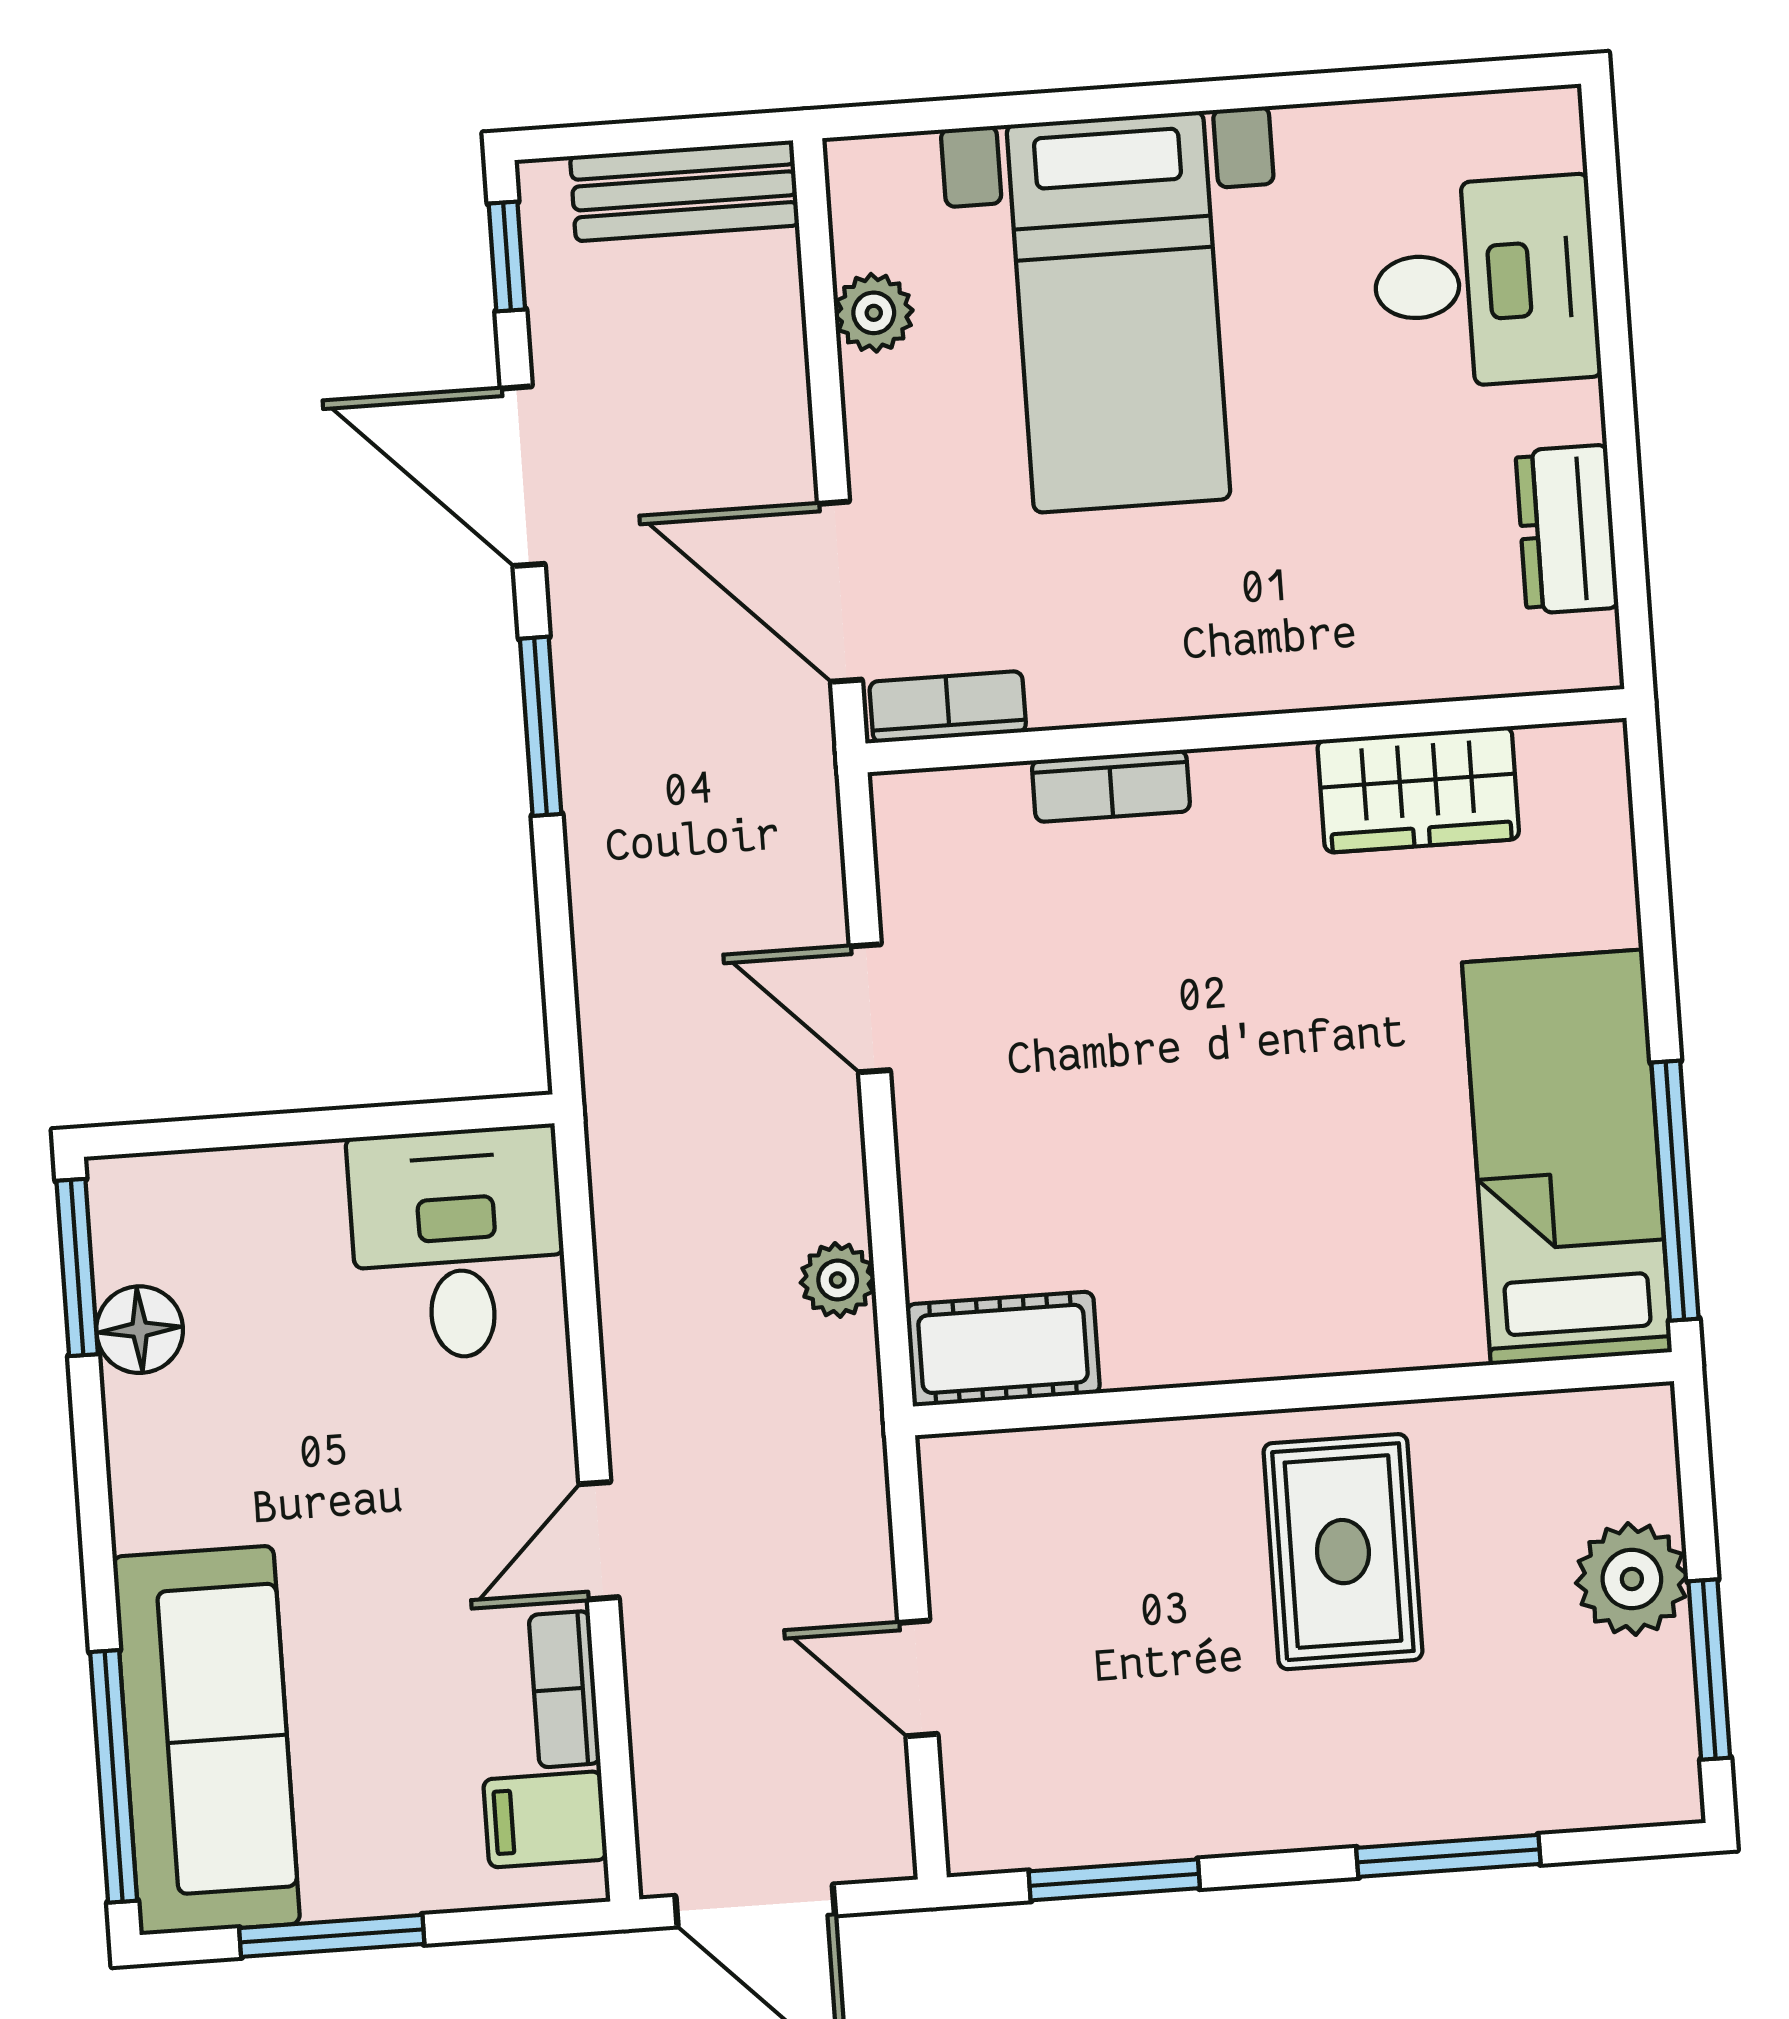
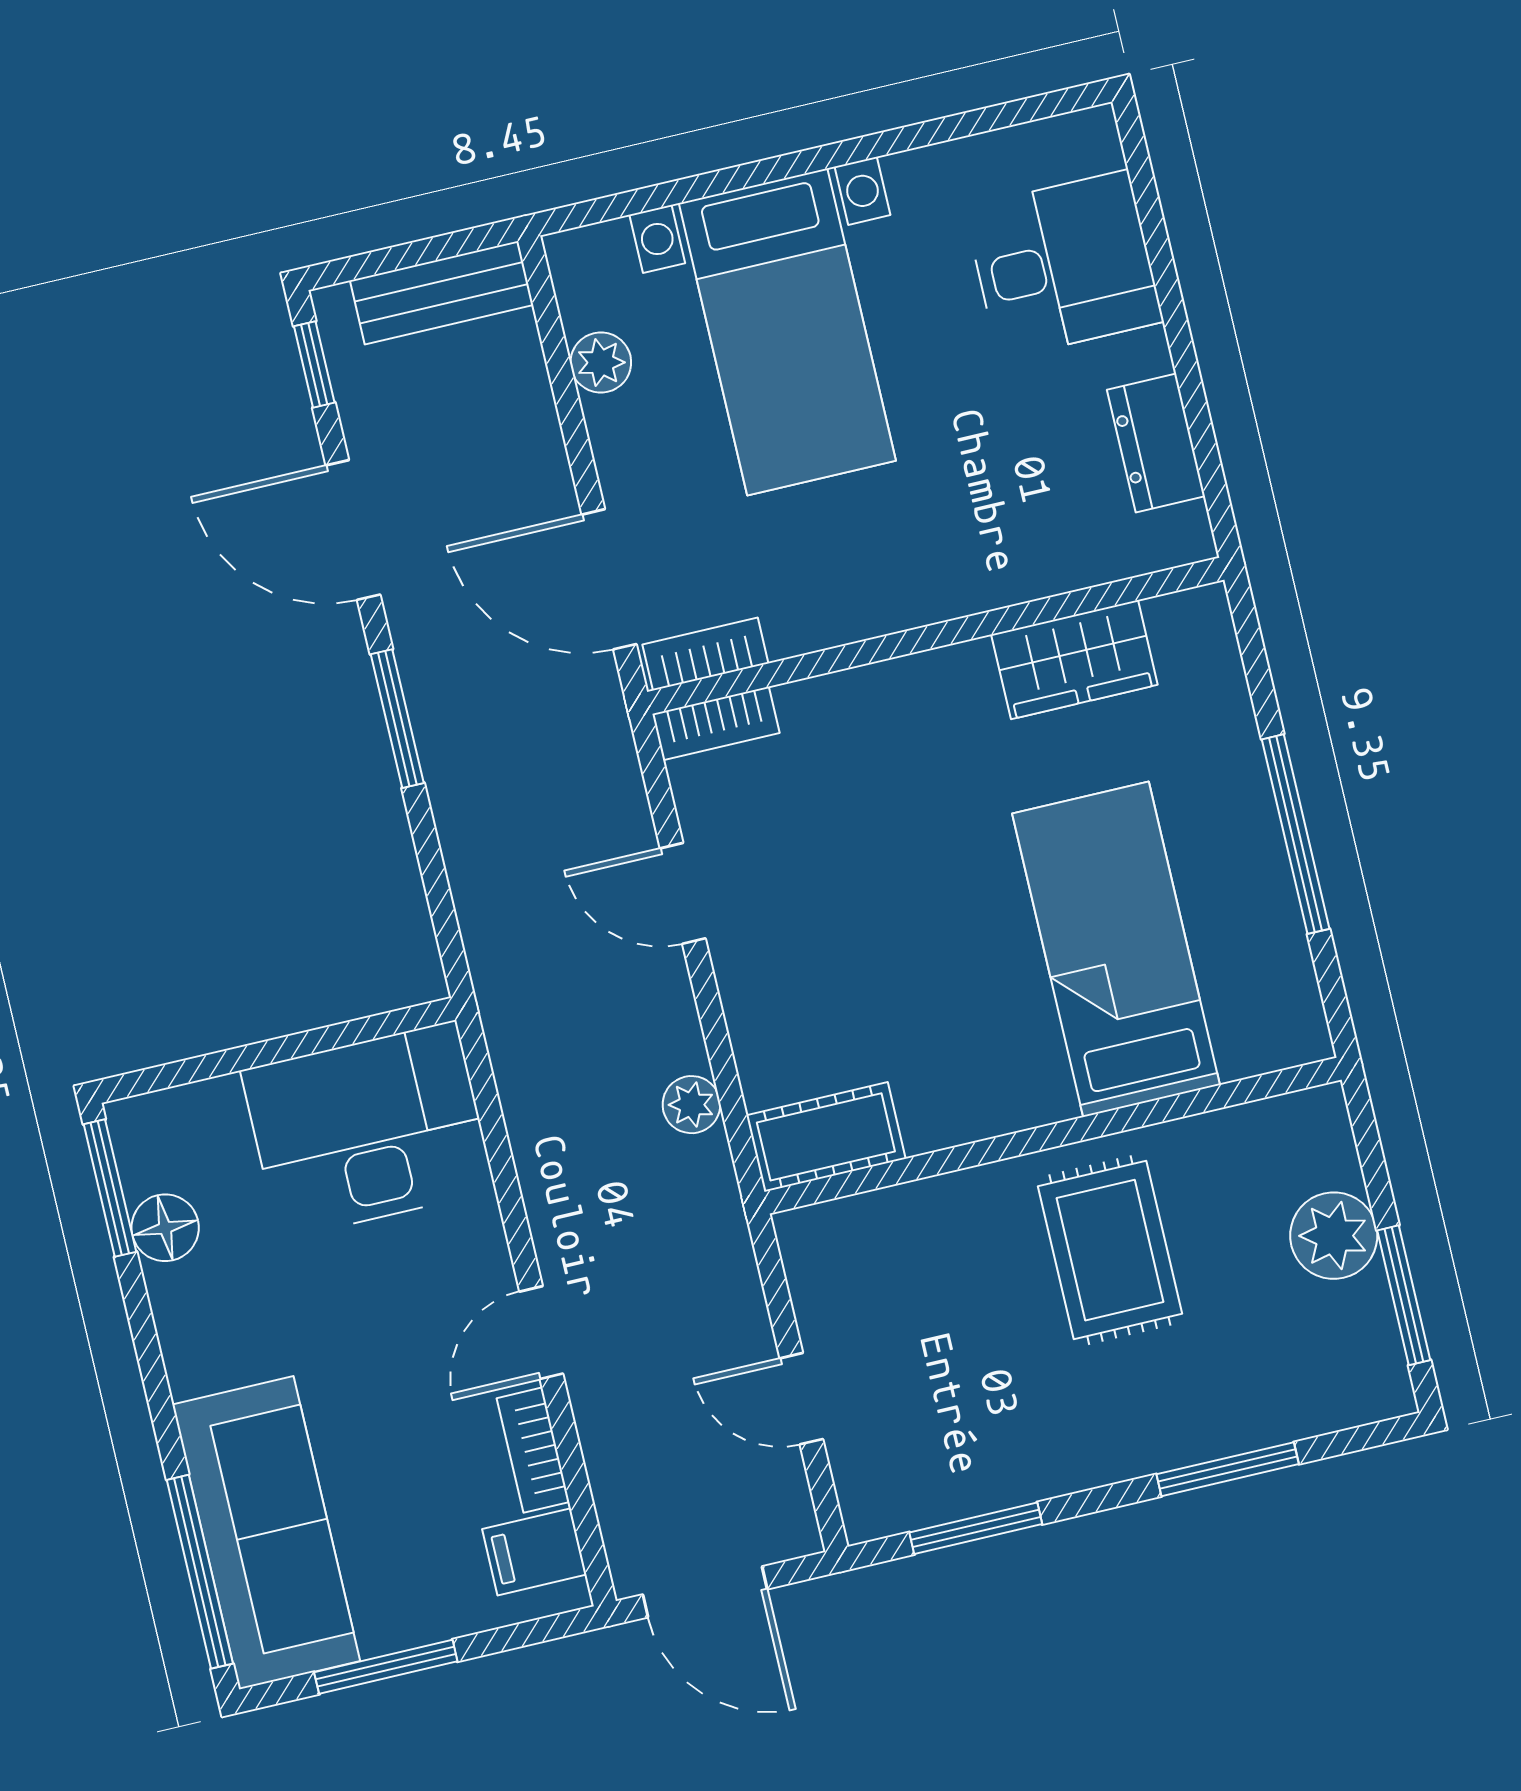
bookcase: (1111, 786) -> (716, 723), moved
bed: (1567, 1157) -> (1116, 949), moved
window: (1675, 1191) -> (1296, 834), moved
desk: (458, 1243) -> (368, 1130), width x1.37

